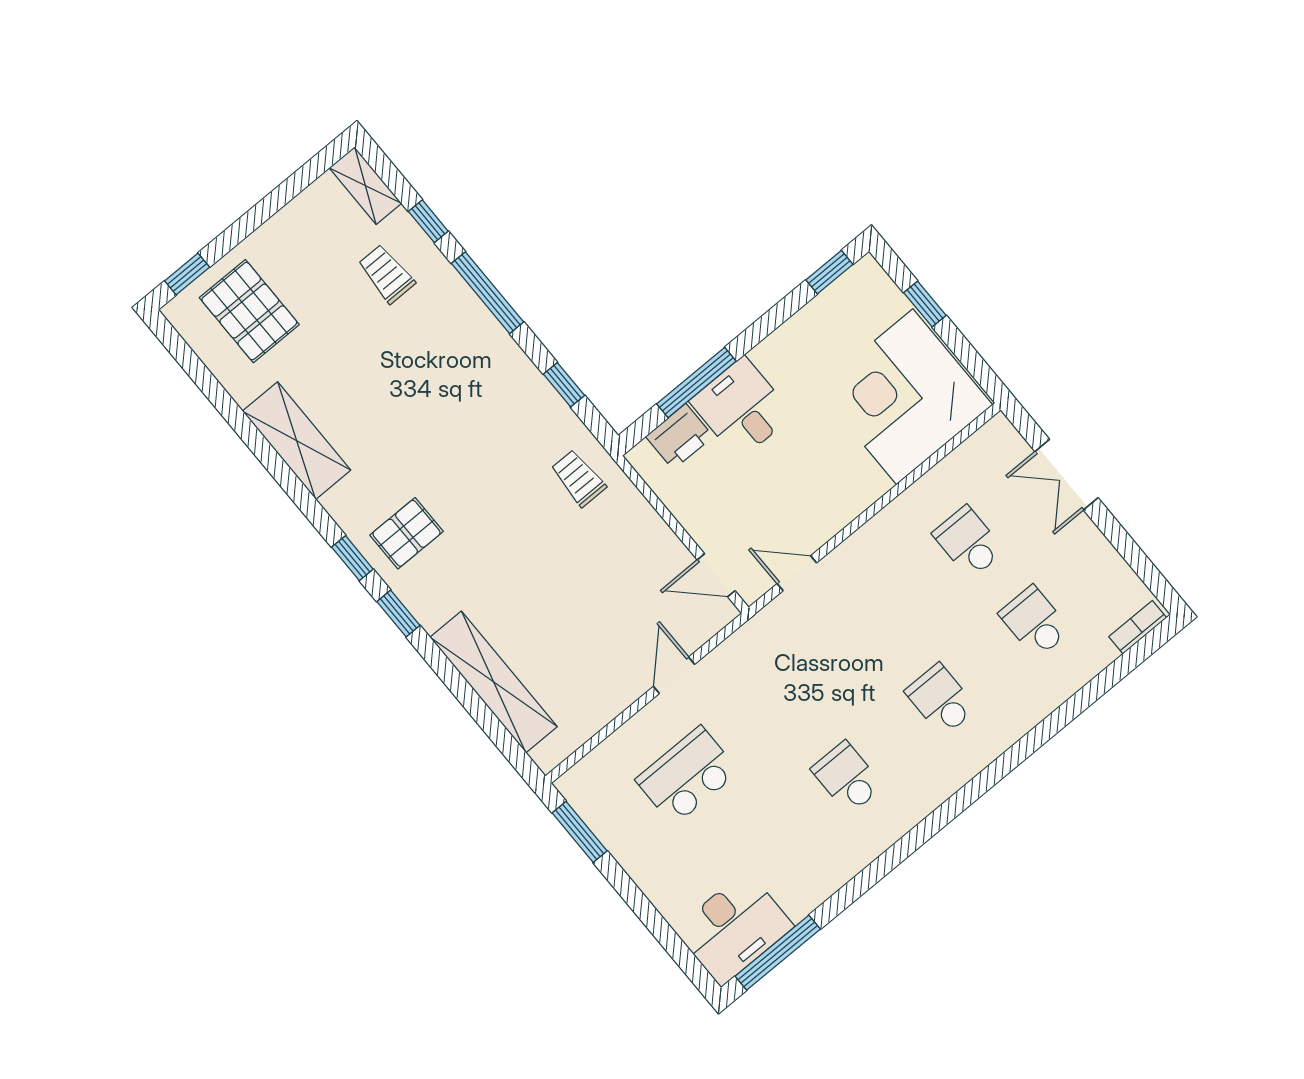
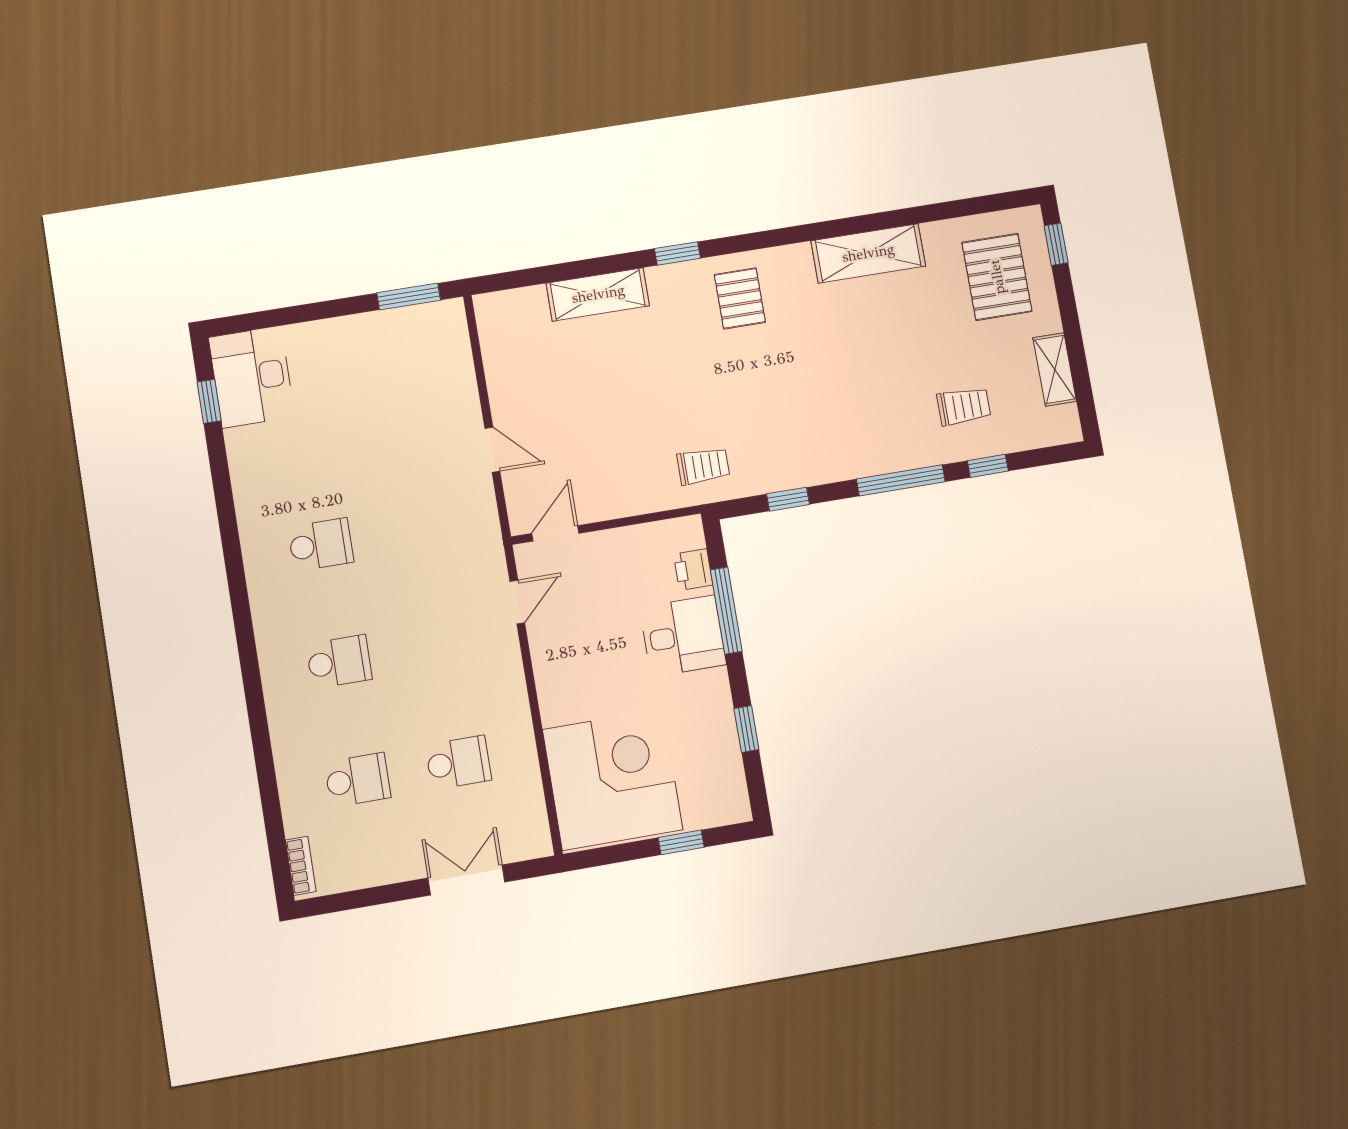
shelving: (365, 186) -> (1055, 369), moved, turned 90
window: (829, 272) -> (746, 729), moved
pallet: (249, 311) -> (997, 277), turned 90
printer: (679, 437) -> (693, 570), width x0.73, depth x0.81
window: (352, 558) -> (745, 243), removed
shelving: (494, 682) -> (598, 294), width x0.68
school desk: (687, 776) -> (402, 412), removed
window: (778, 953) -> (209, 401), width x0.46

